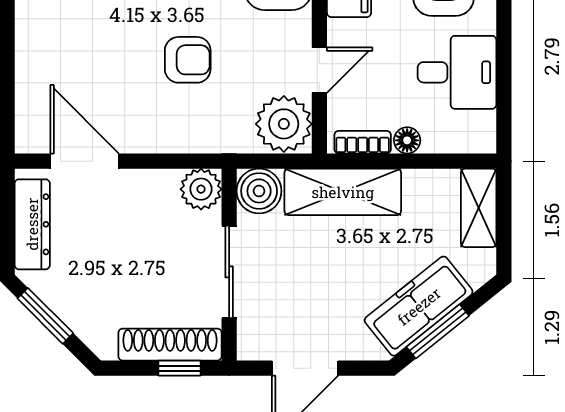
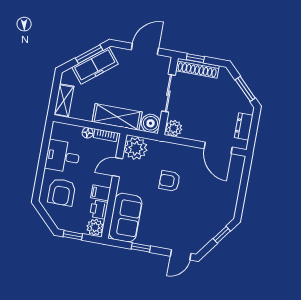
dresser: (32, 224) -> (244, 126), width x0.70

